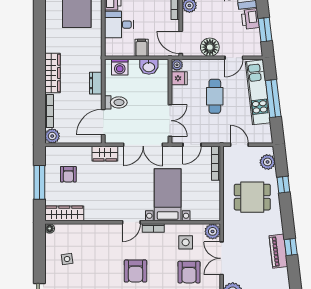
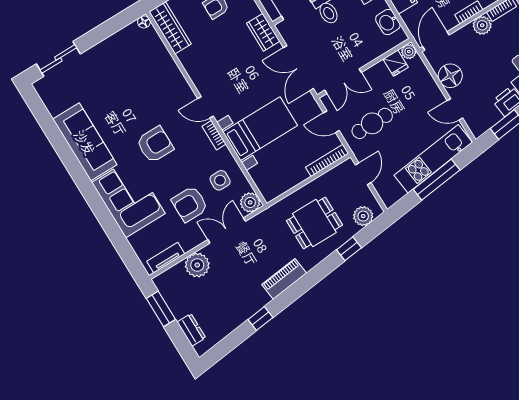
cafe table: (215, 96) -> (372, 123), moved
dining table: (252, 197) -> (314, 223), turned 90
window: (291, 247) -> (260, 318), moved
piano: (278, 251) -> (284, 279), moved
side table: (67, 259) -> (122, 62), removed
armchair: (135, 271) -> (155, 145), turned 180

